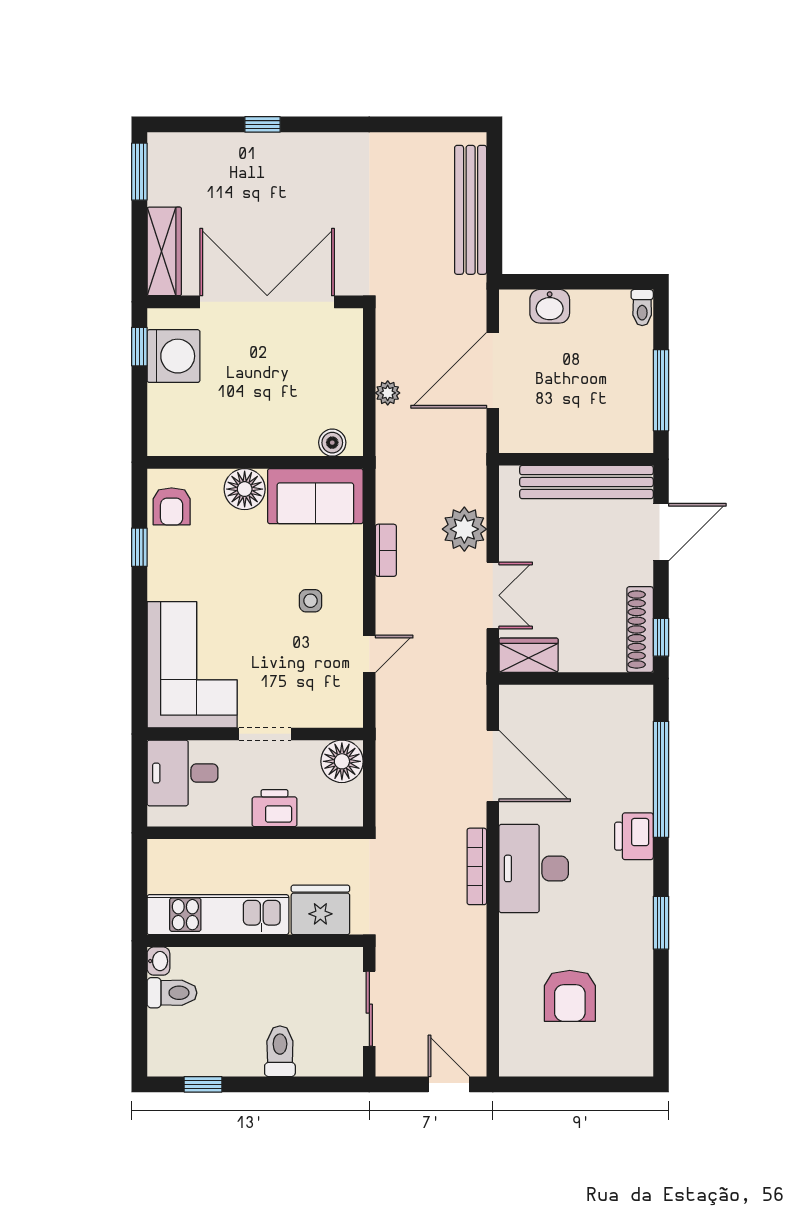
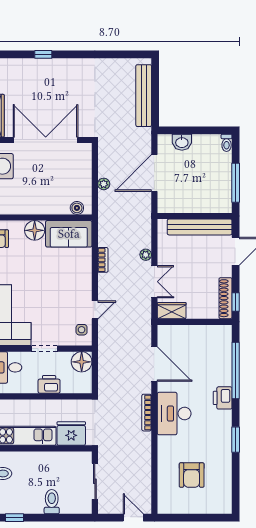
plant: (464, 529) -> (146, 255), width x0.53, depth x0.53
side table: (310, 601) -> (82, 330), moved

